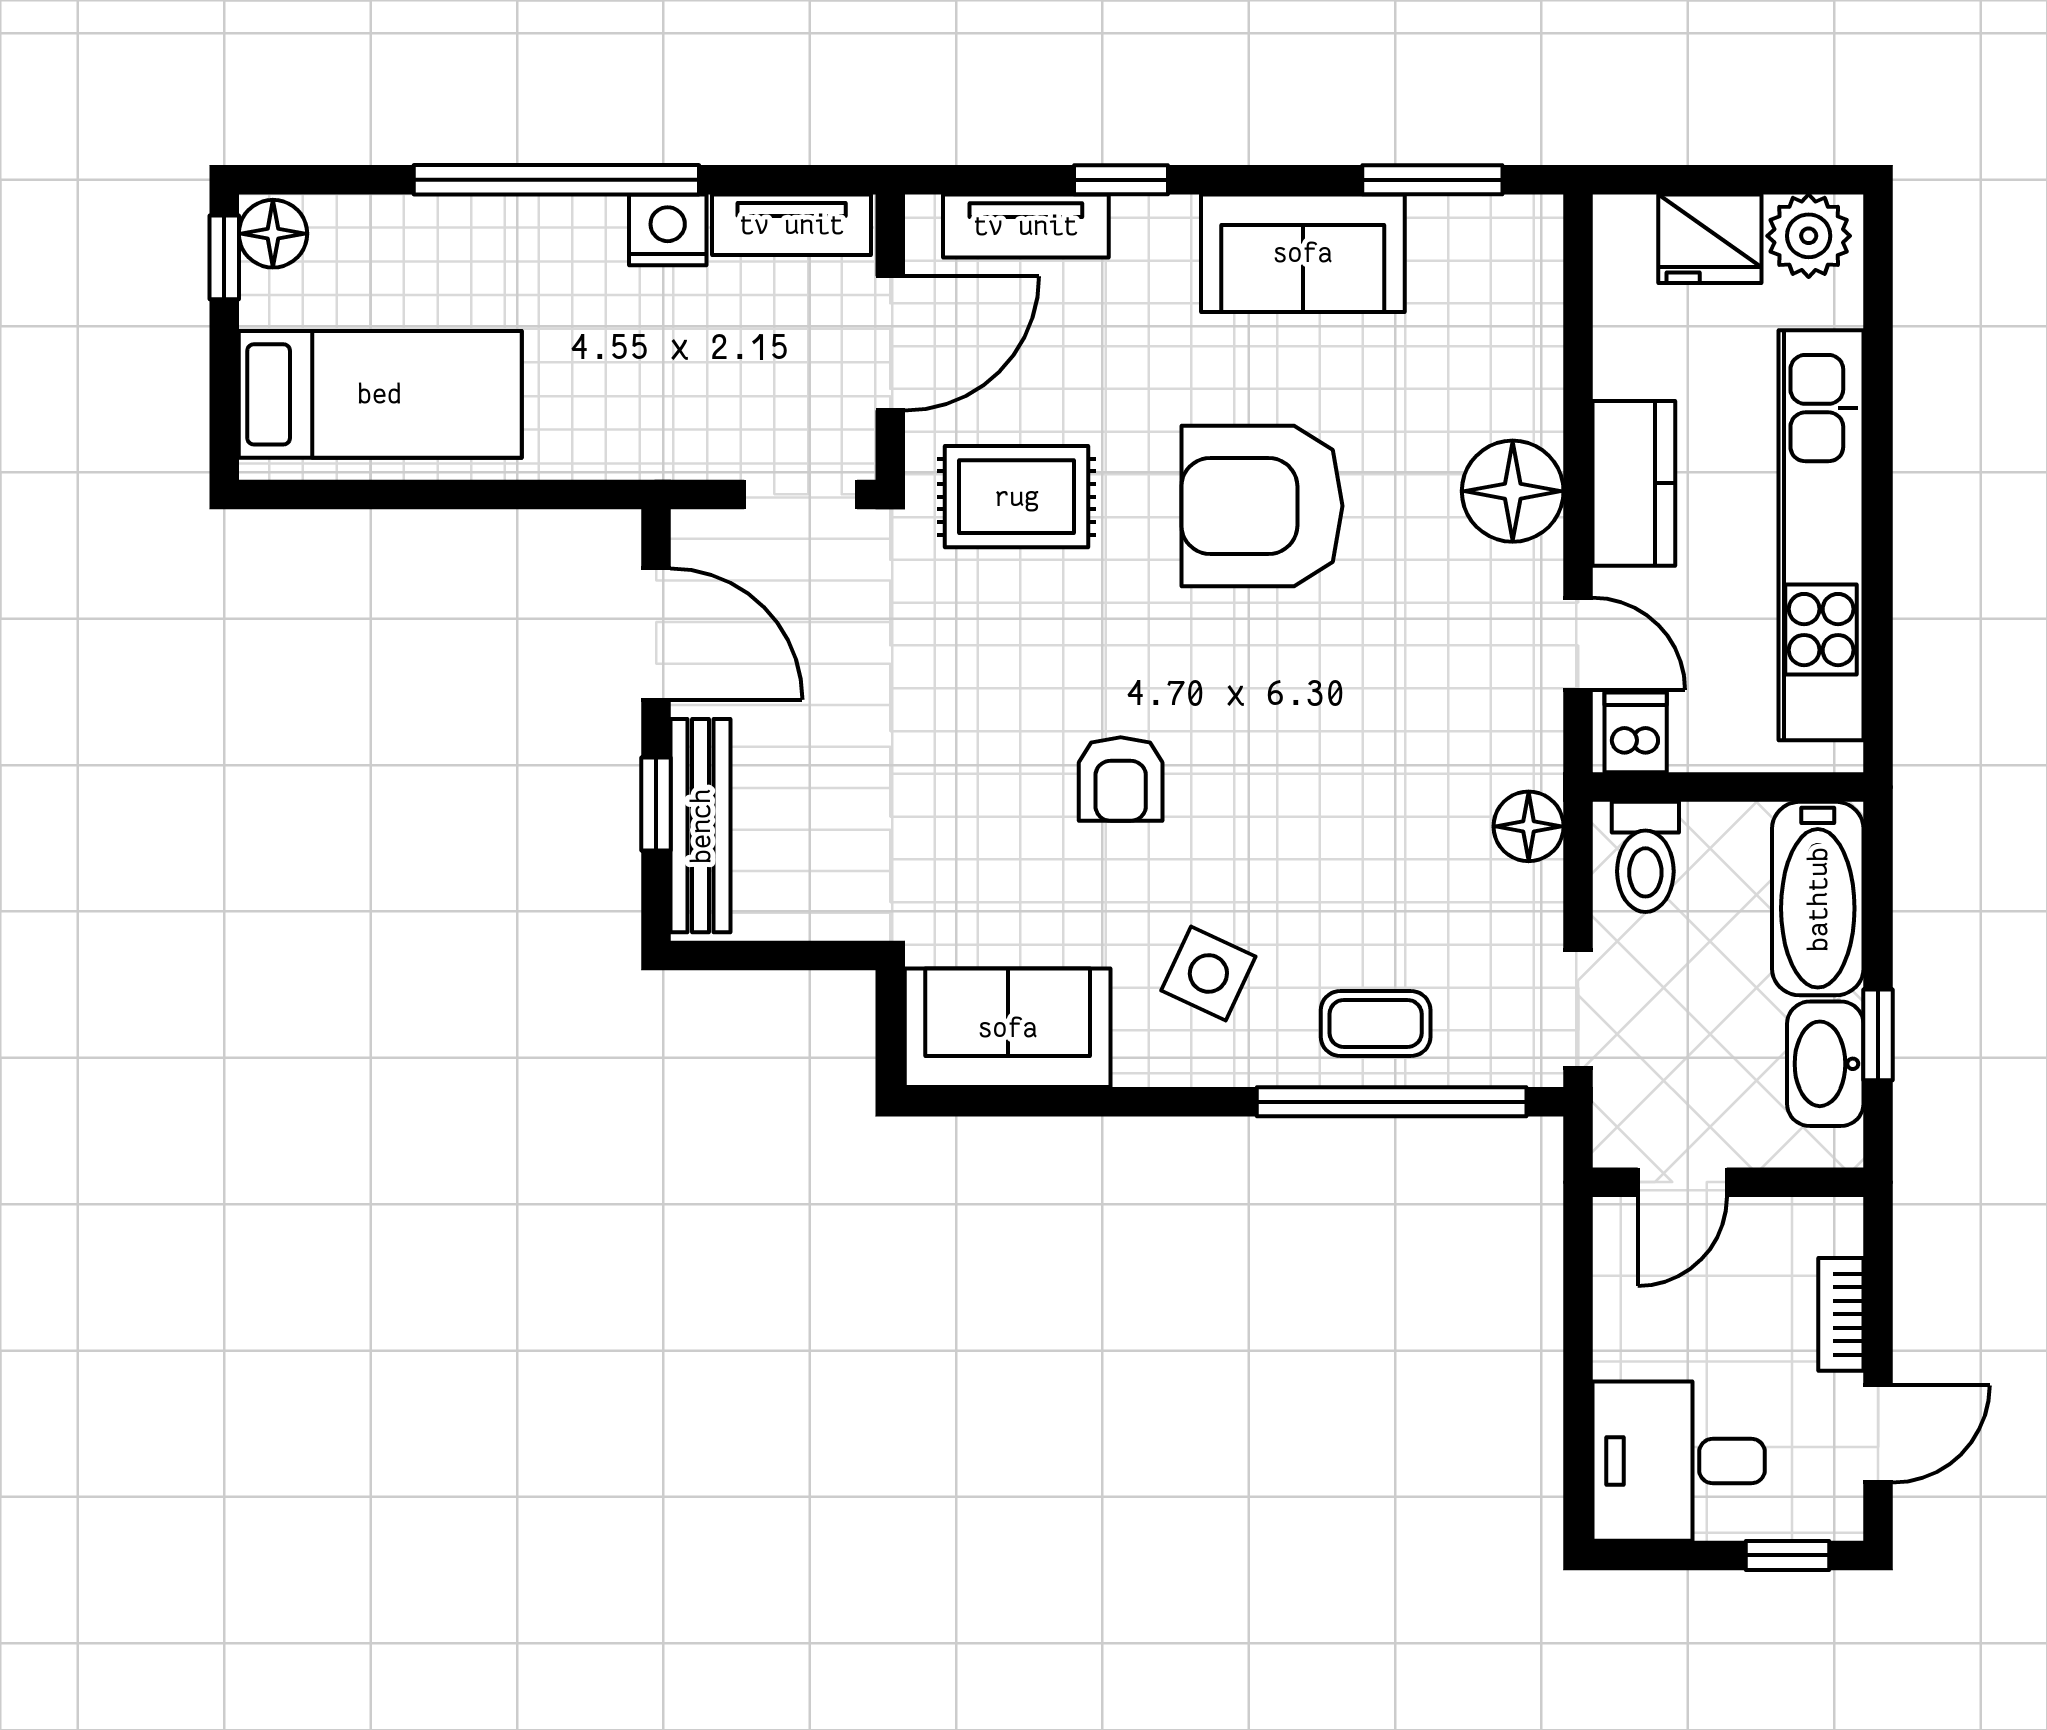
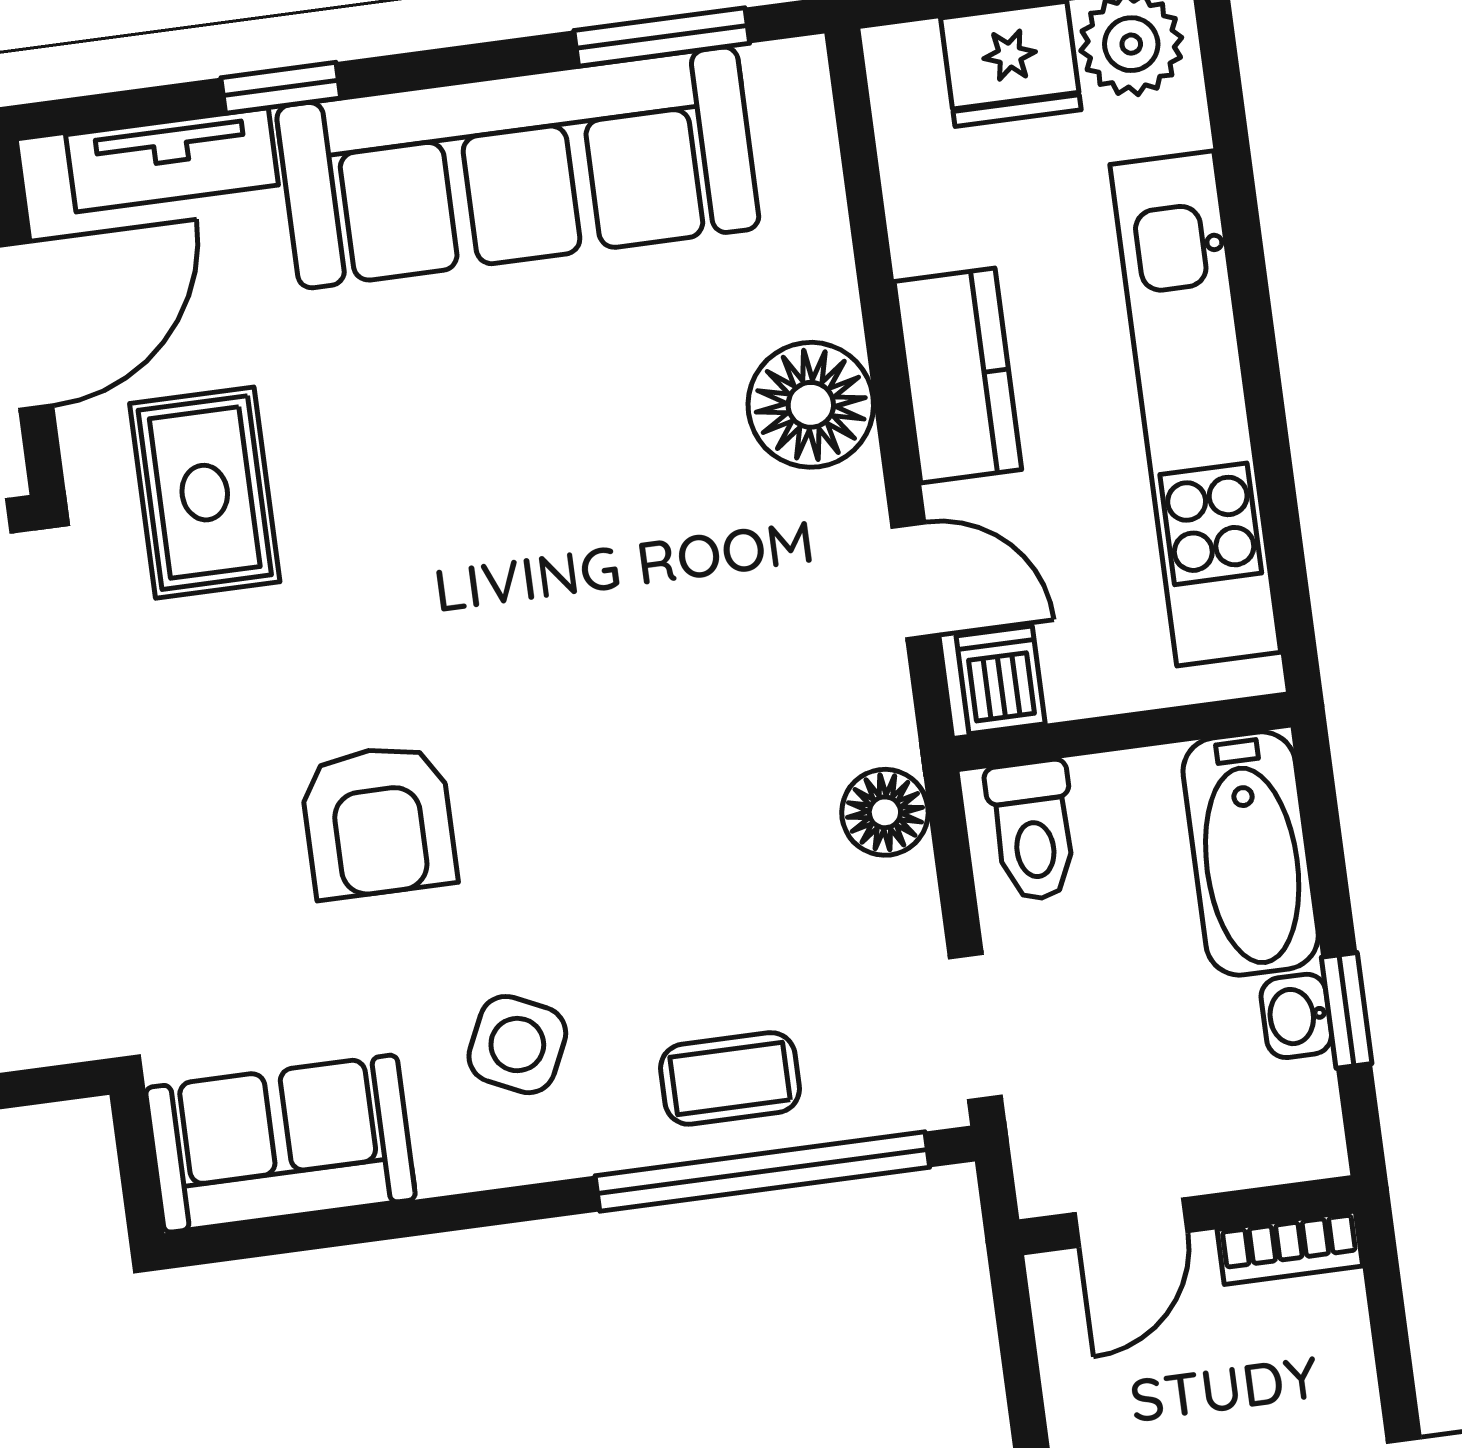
sofa: (1303, 253) -> (518, 167), width x1.85, depth x1.27
rug: (1017, 497) -> (205, 493), turned 90
armchair: (1262, 506) -> (506, 464), removed
armchair: (1121, 779) -> (378, 821), width x1.38, depth x1.38
washbasin: (1825, 1064) -> (1296, 1016), width x0.52, depth x0.69
bookcase: (1841, 1314) -> (1290, 1248), moved, turned -90

